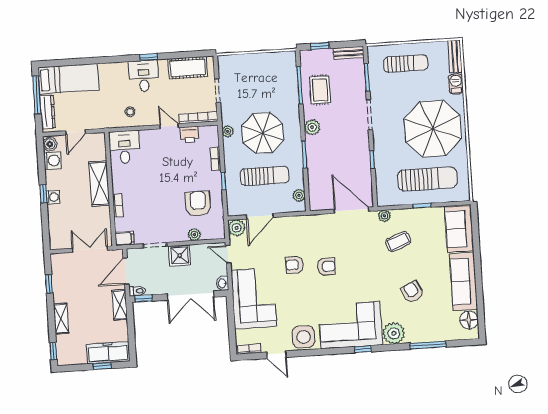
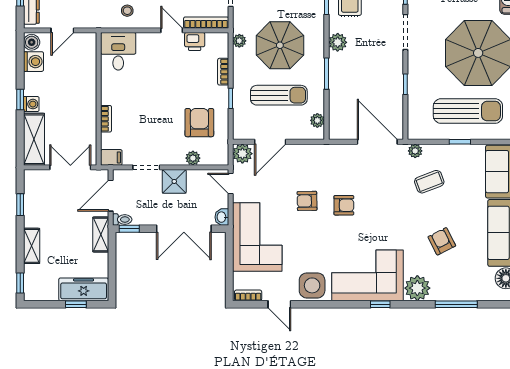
shelving: (99, 184) -> (34, 139), moved

